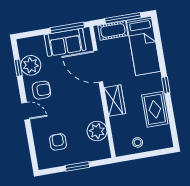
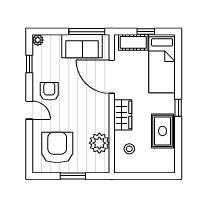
window: (123, 18) -> (146, 32), width x0.46
plant: (31, 65) -> (38, 40), moved, width x0.53, depth x0.53
armchair: (41, 90) -> (49, 91), turned -90
armchair: (58, 142) -> (57, 148), width x1.88, depth x1.88
stool: (138, 142) -> (129, 149), moved

